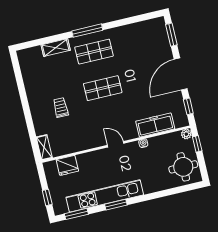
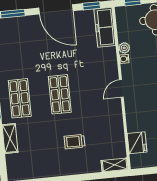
freezer: (155, 125) -> (105, 27), moved
plant: (186, 134) -> (124, 48), moved

